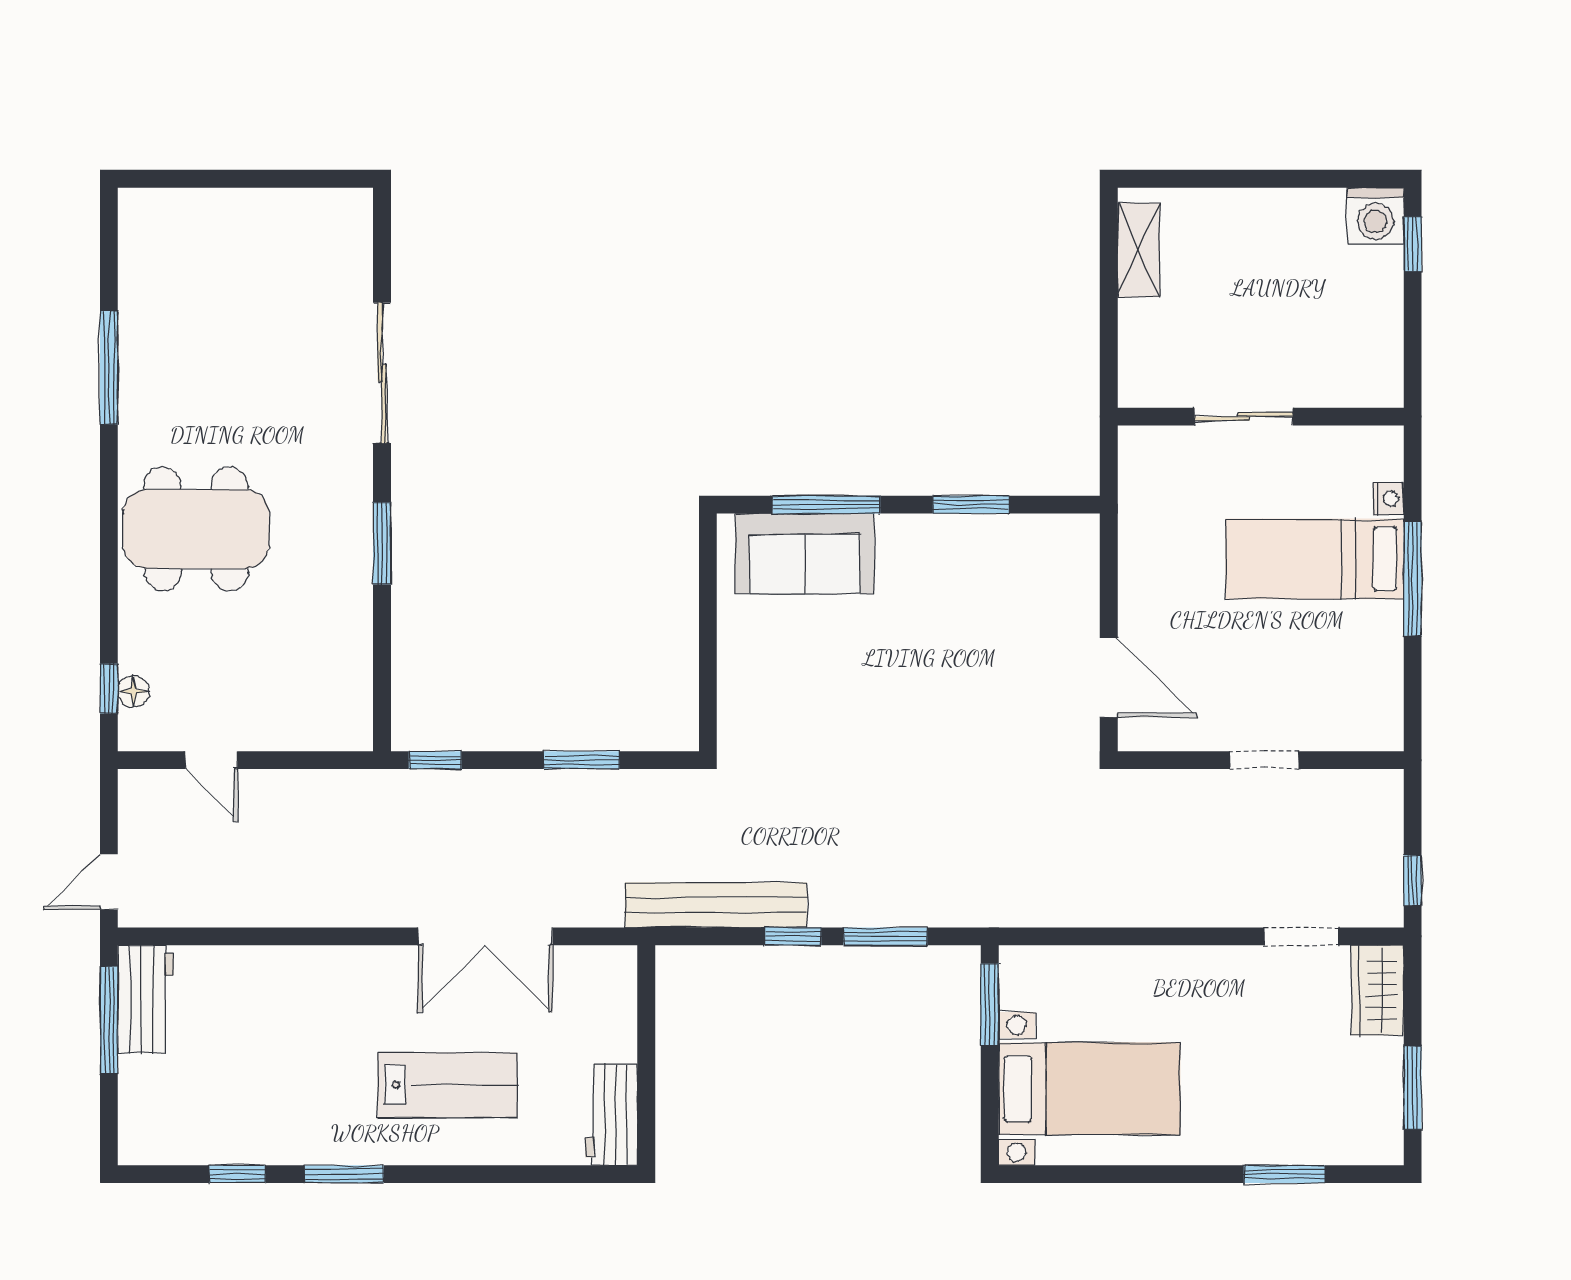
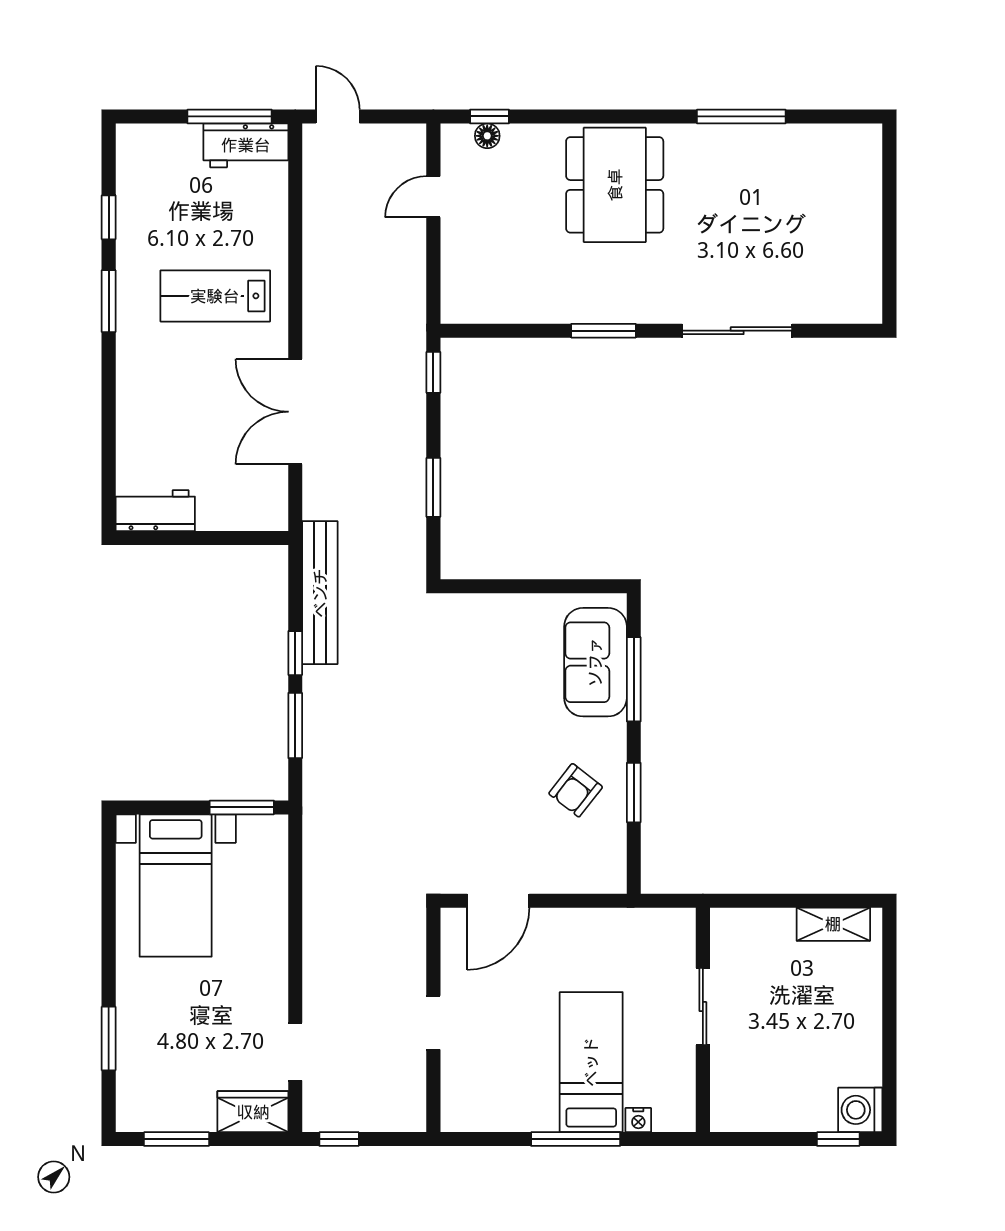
armchair: (968, 579) -> (576, 790), added
lab bench: (448, 1085) -> (215, 296), moved, turned 90

